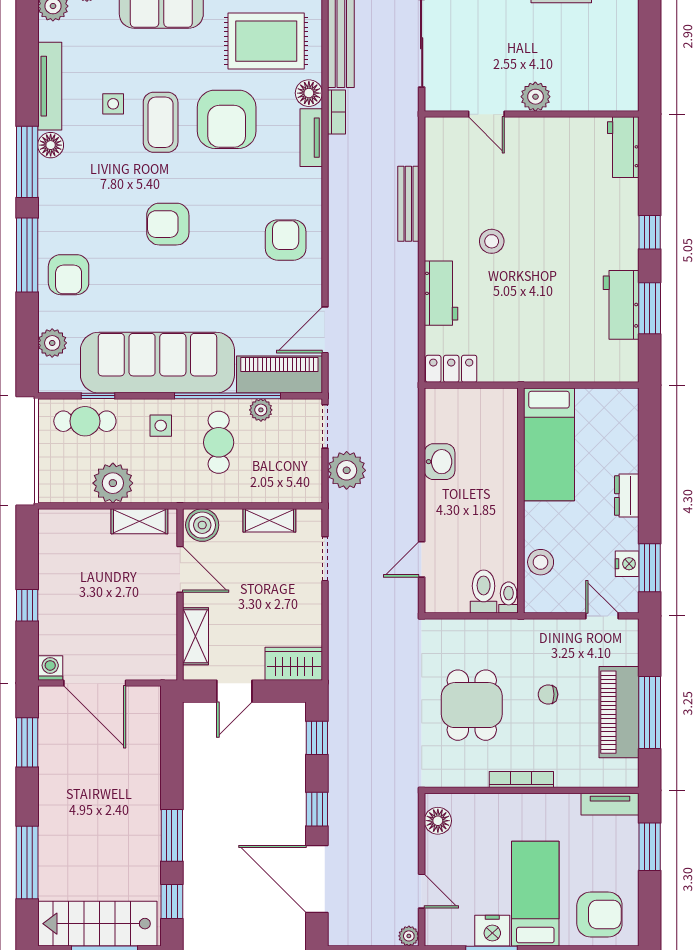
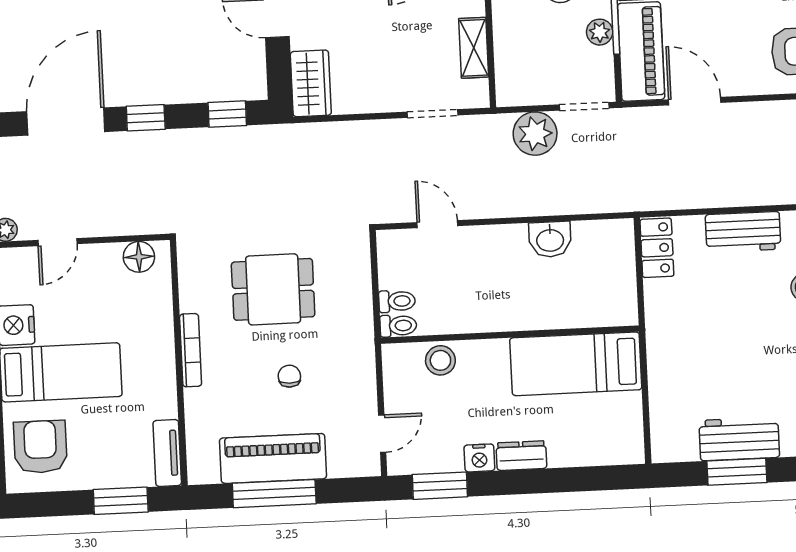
nightstand: (627, 564) -> (479, 458), moved
toilet: (484, 592) -> (397, 301), width x0.73, depth x0.72
armchair: (599, 914) -> (40, 447), turned 180

